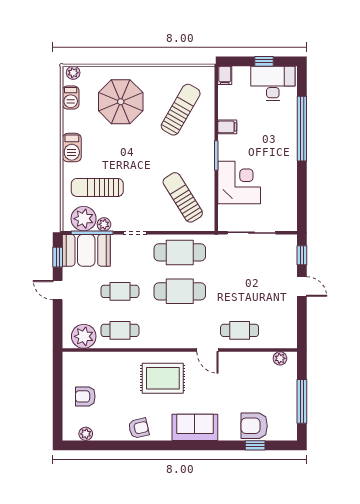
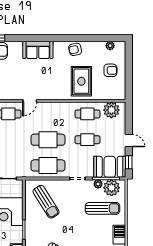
door: (207, 350) -> (30, 101), swing flipped
rug: (163, 378) -> (81, 81), moved, turned 90

